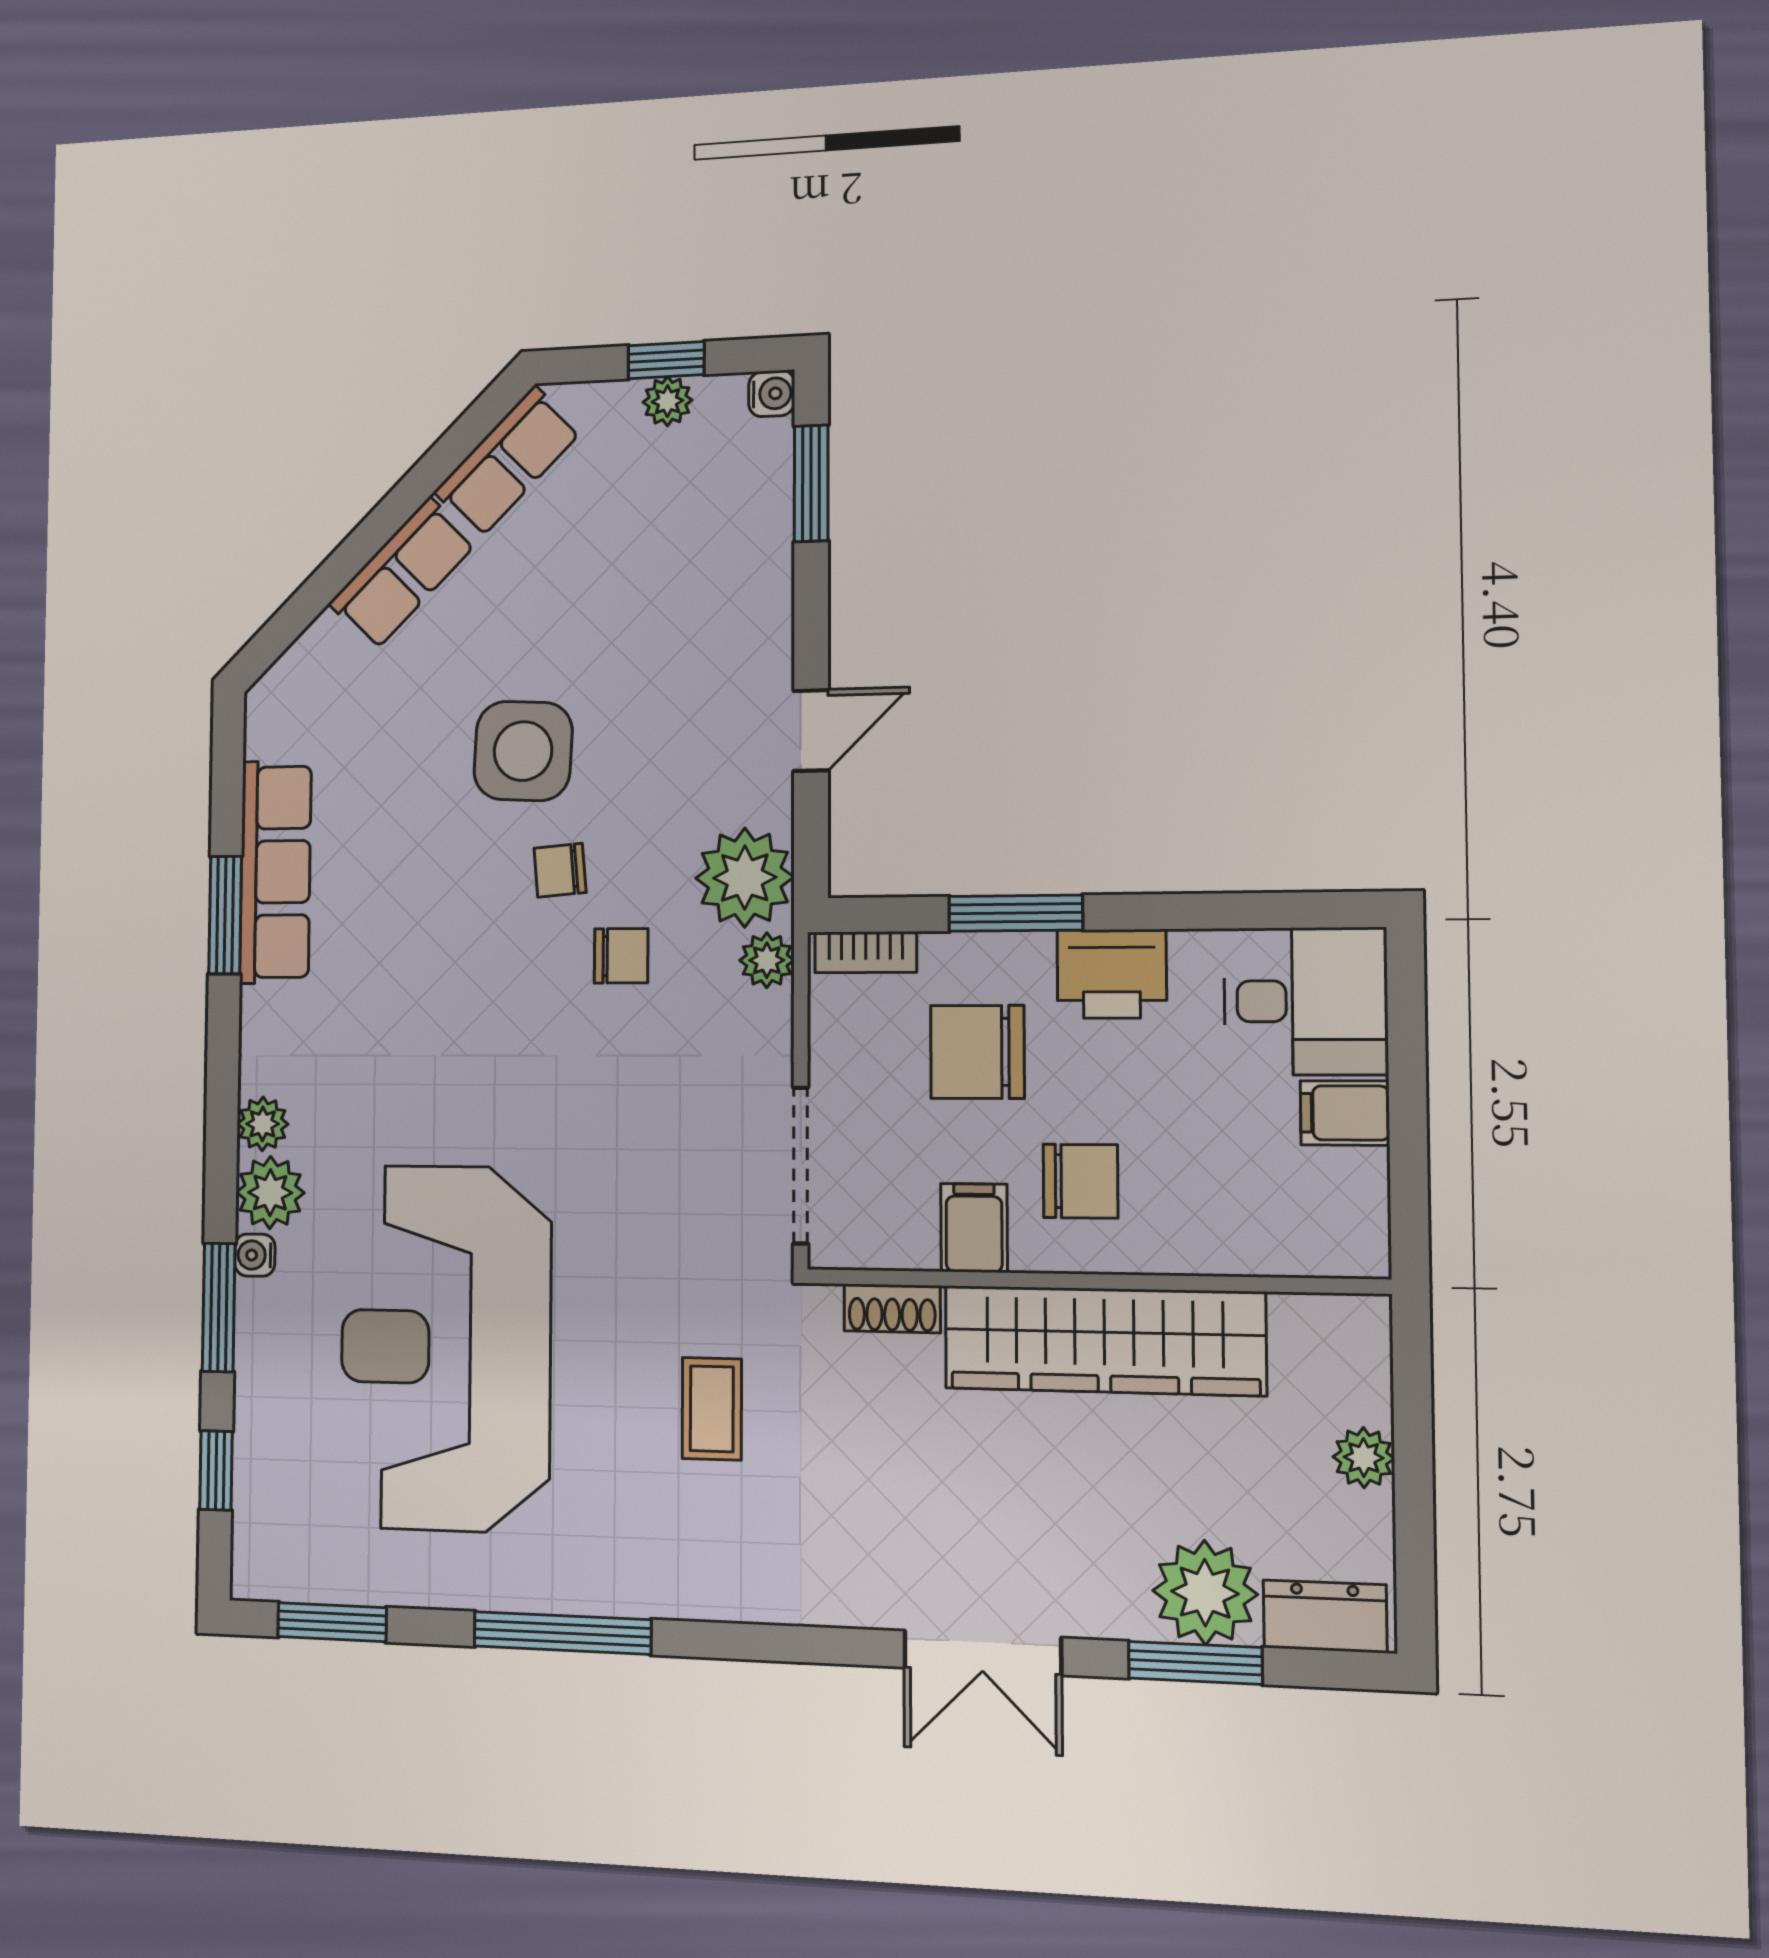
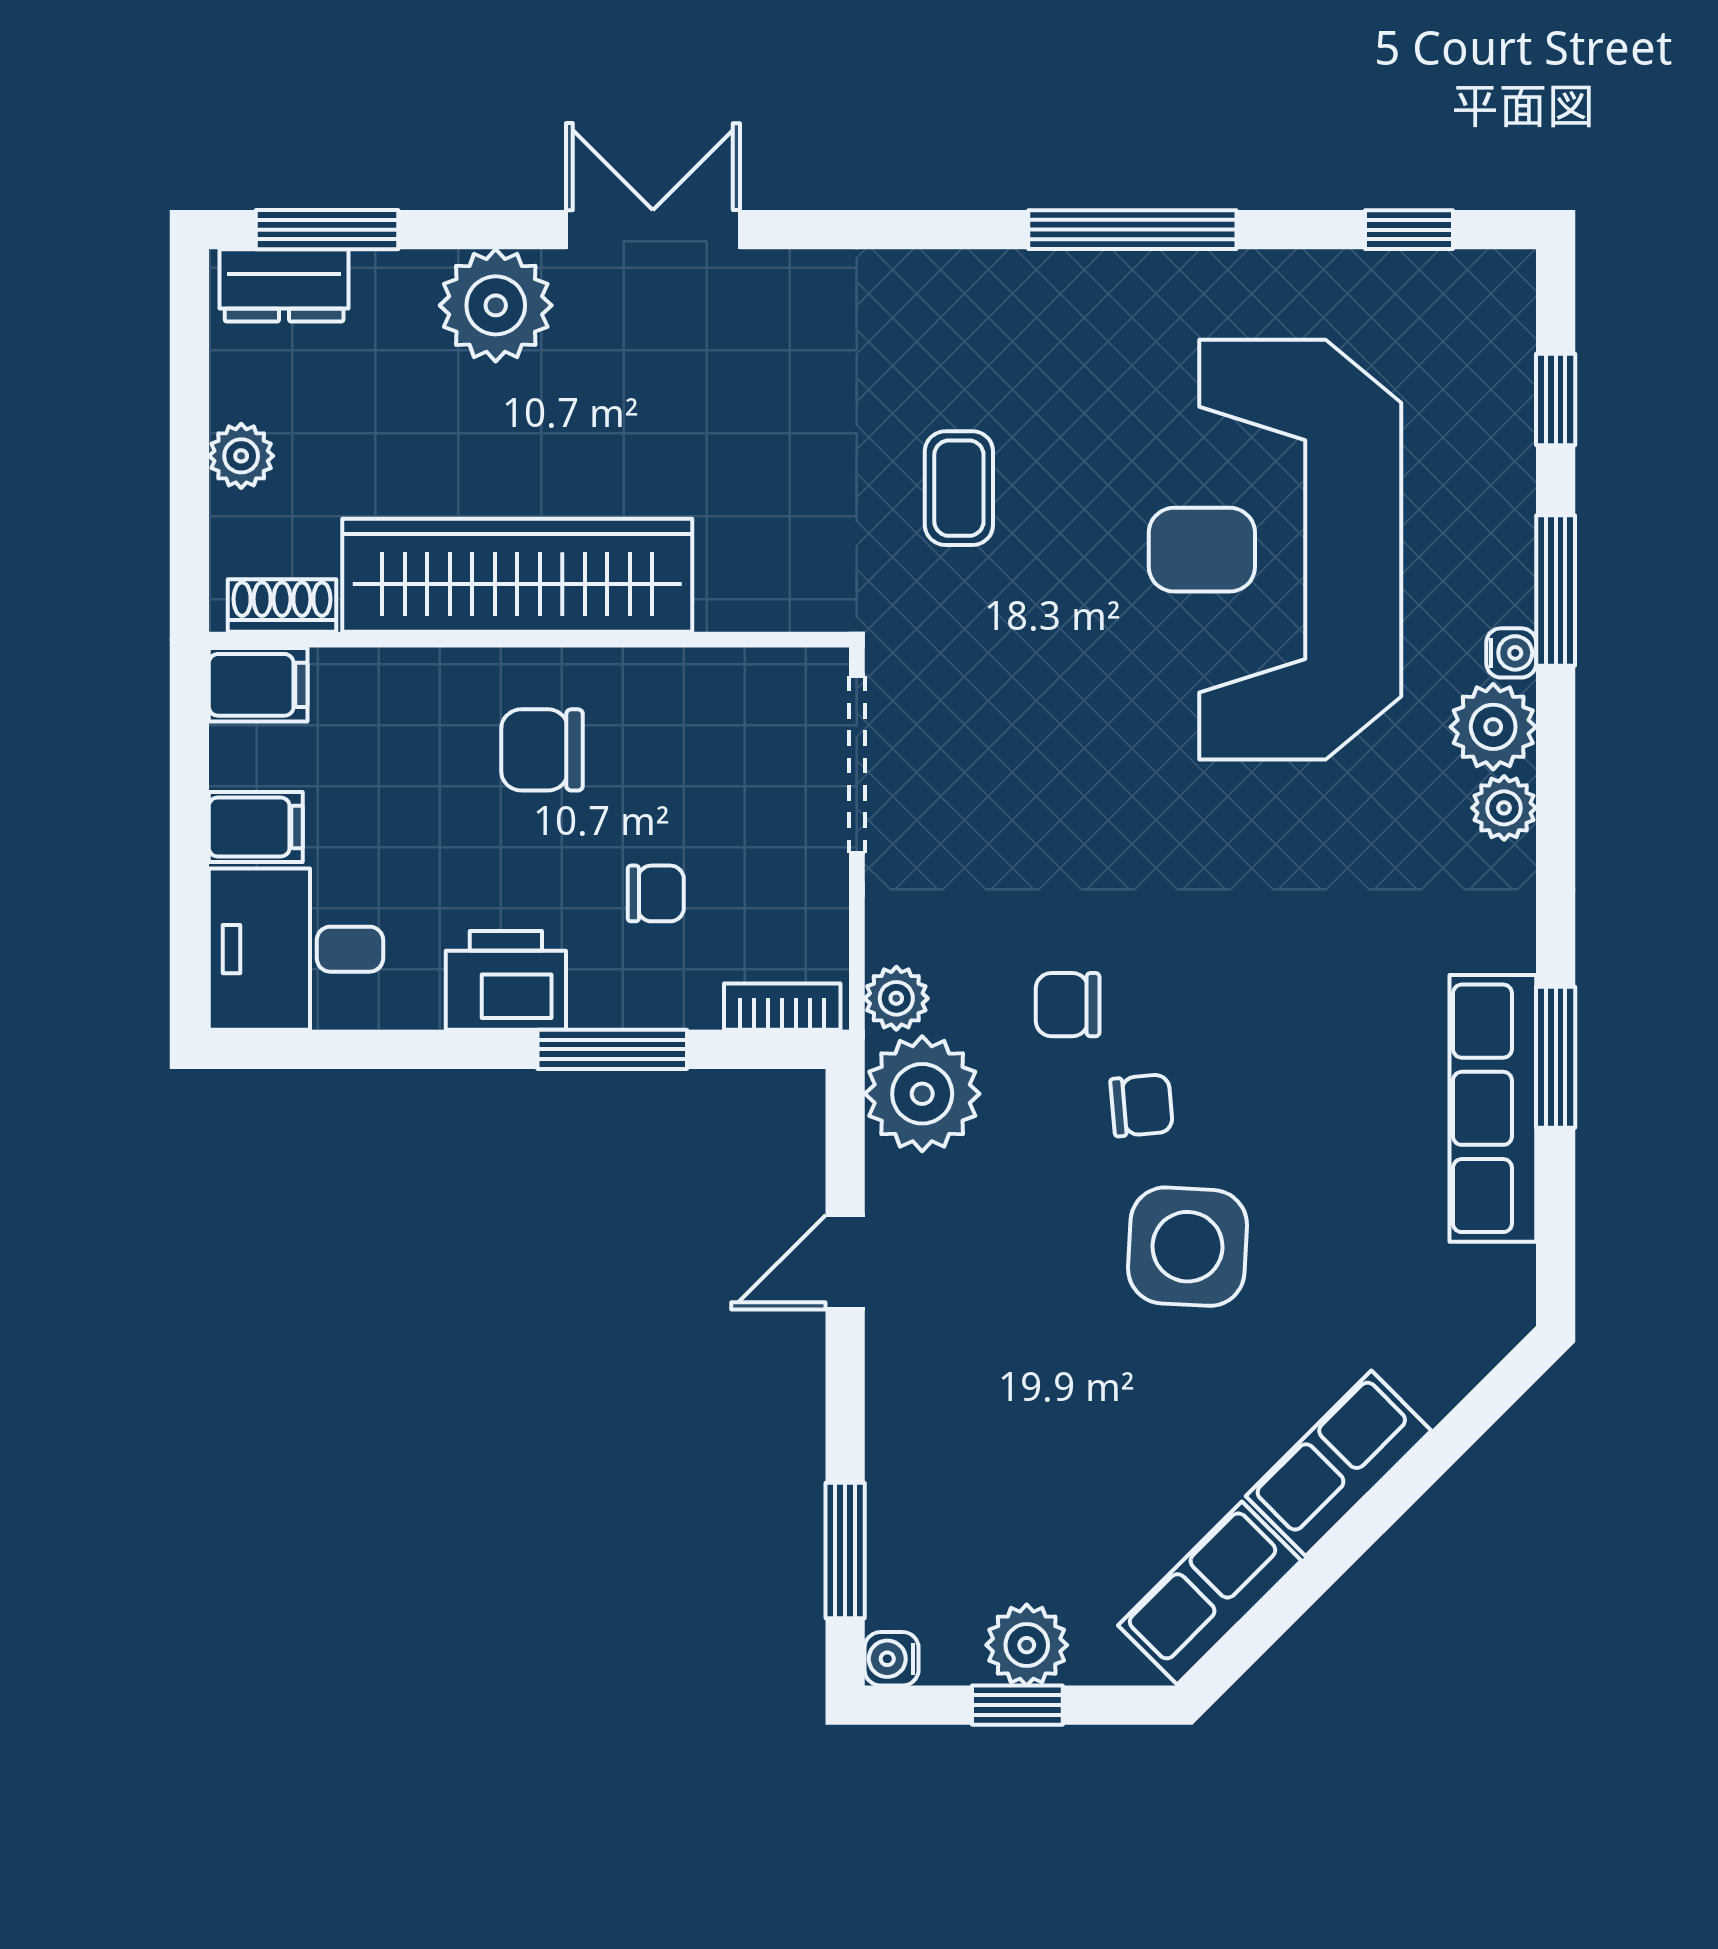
plant: (667, 401) -> (1027, 1645), width x1.38, depth x1.38
chair: (977, 1052) -> (656, 893), width x0.54, depth x0.54
filing cabinet: (974, 1228) -> (258, 685), moved, turned -90
shoe rack: (892, 1308) -> (282, 605), moved
reception desk: (445, 1348) -> (1275, 550), turned 180
plant: (1205, 1593) -> (496, 305), moved
window: (332, 1622) -> (1409, 230), width x0.67
window: (1195, 1663) -> (327, 230), moved

